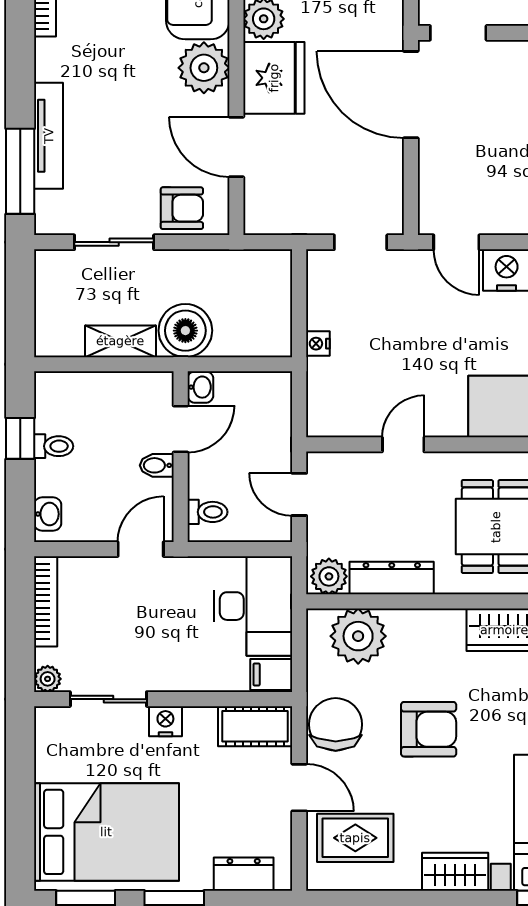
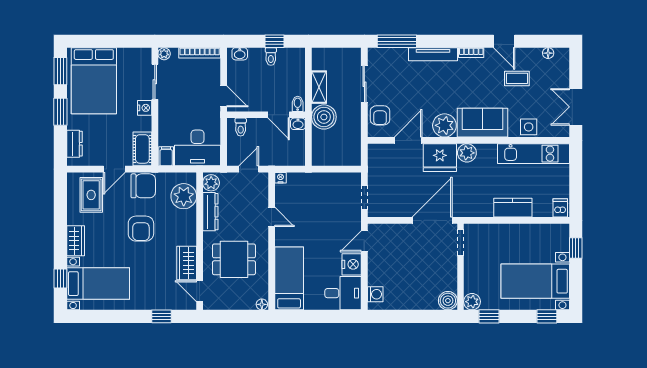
tv unit: (49, 136) -> (433, 54), moved
nightstand: (318, 344) -> (280, 178), moved
bidet: (157, 465) -> (298, 104), moved

